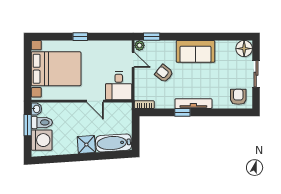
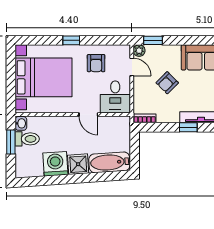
armchair: (102, 56) -> (96, 63), added
armchair: (164, 73) -> (167, 83), turned -84
washing machine: (42, 140) -> (55, 164), moved, turned -94

